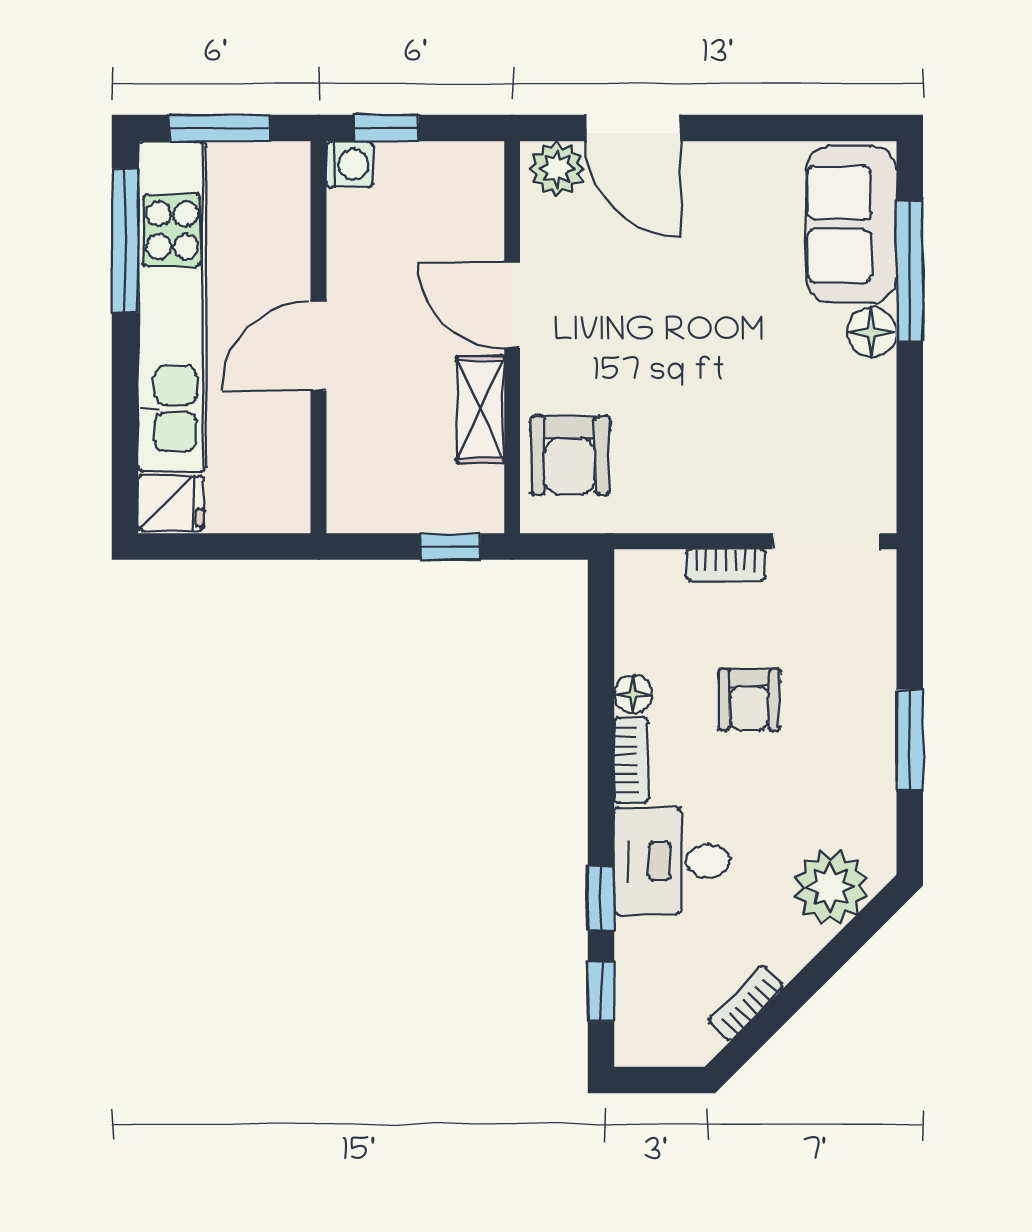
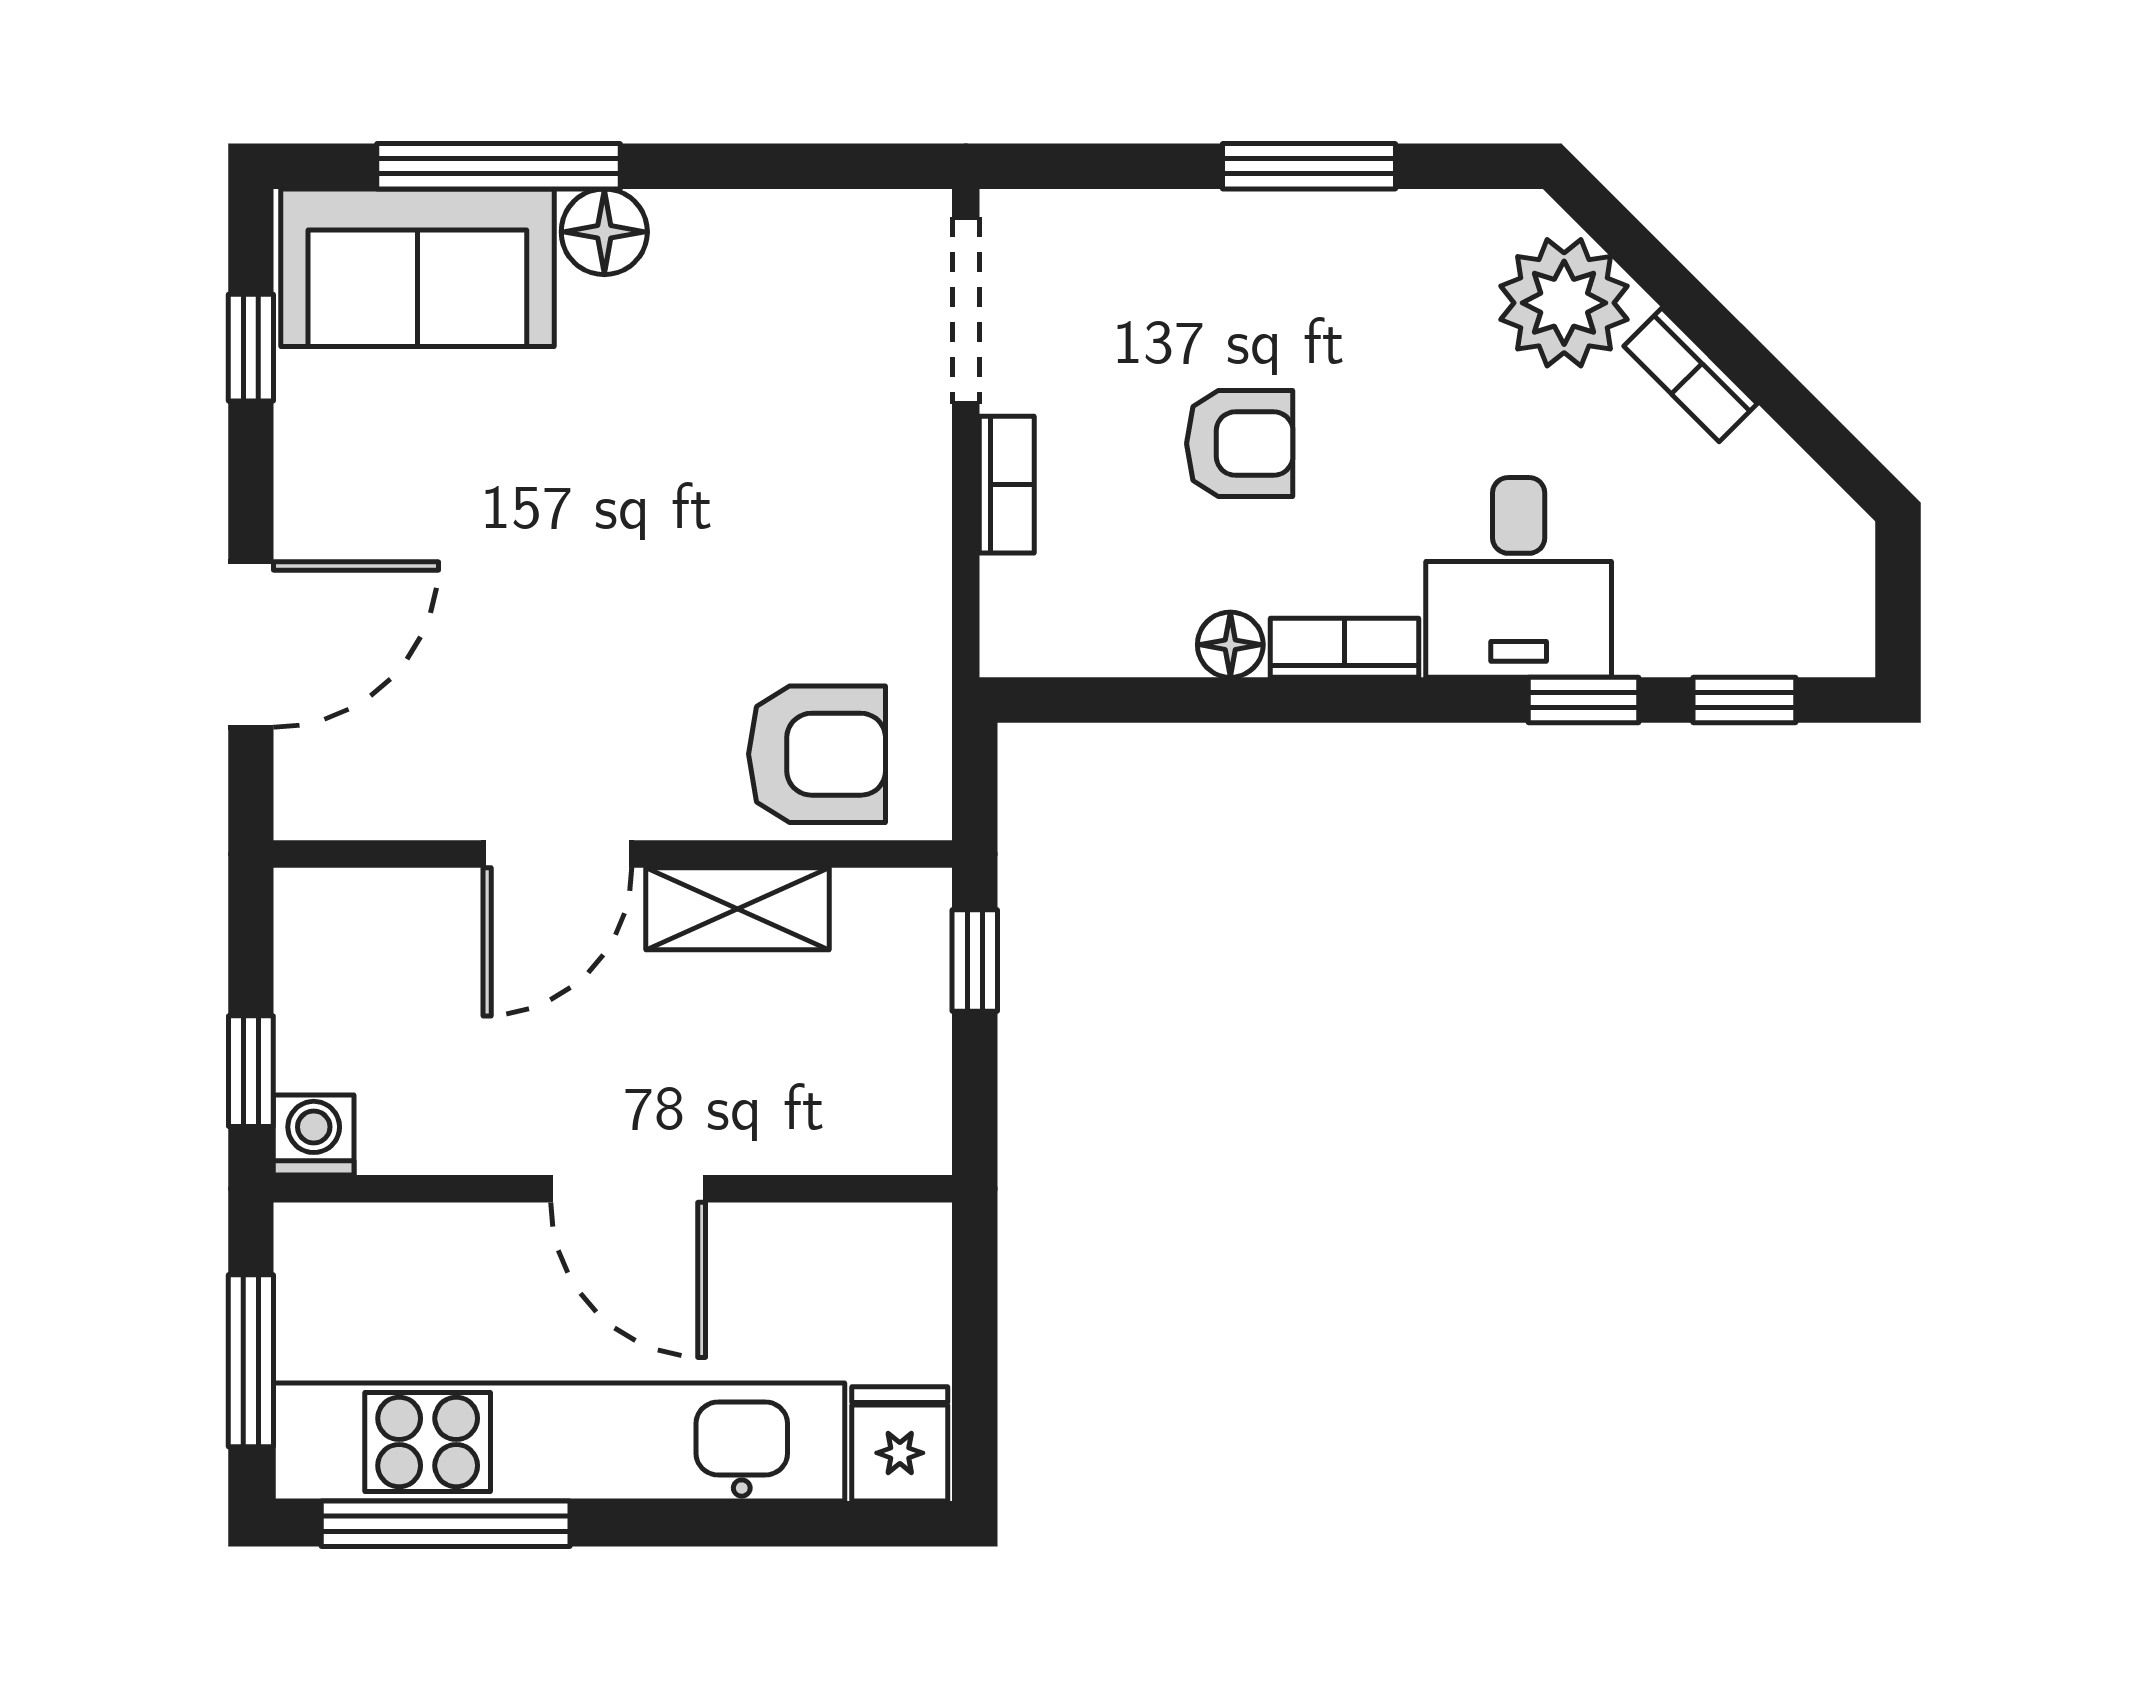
window: (805, 128) -> (251, 348), added
plant: (557, 168) -> (321, 777), removed
bookcase: (746, 1003) -> (1691, 375), moved

